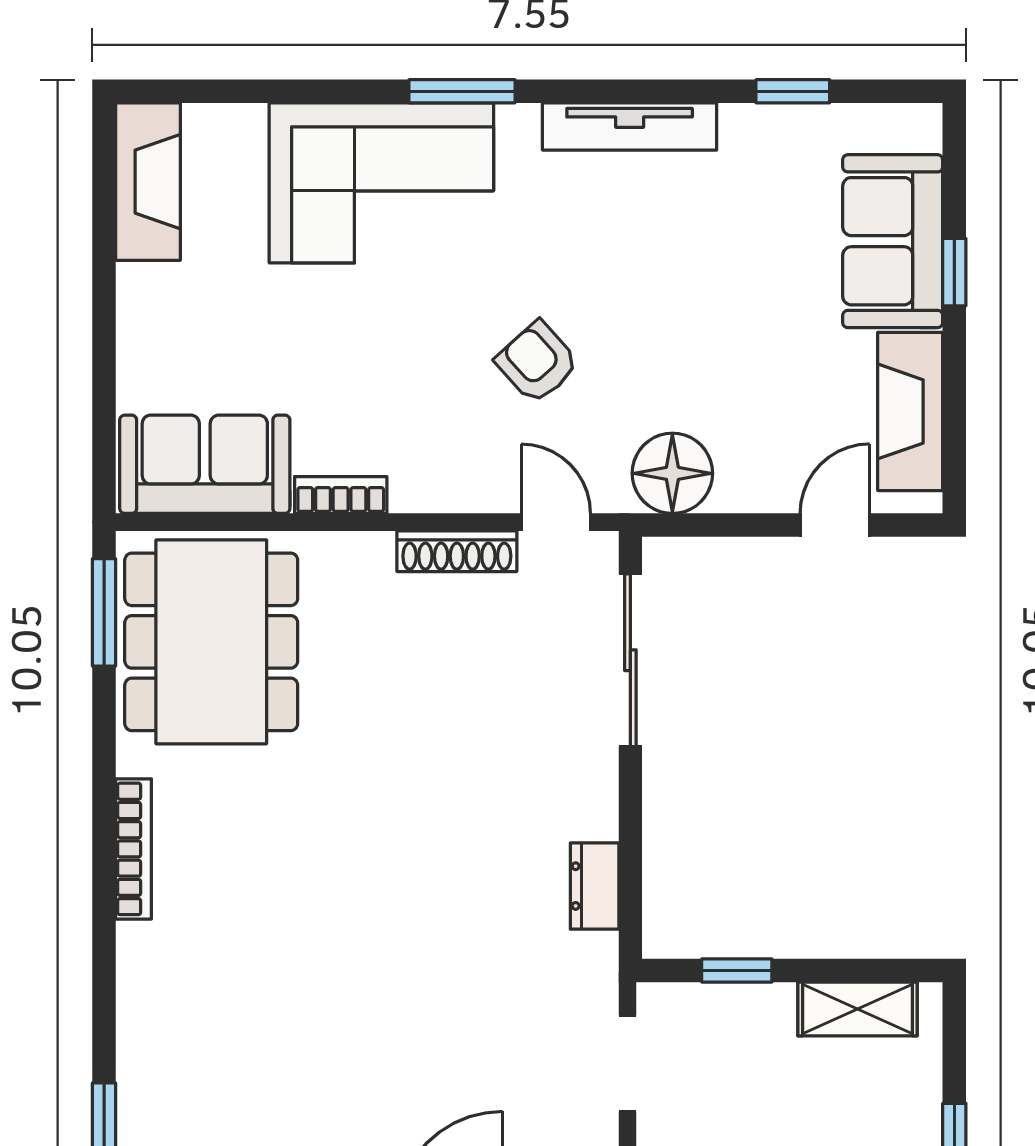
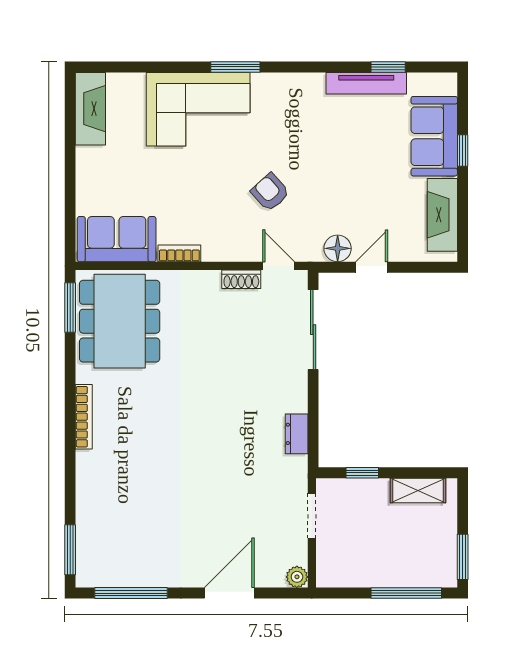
tv unit: (630, 126) -> (366, 83), moved
floor lamp: (672, 473) -> (338, 248), width x0.73, depth x0.73
door: (835, 525) -> (372, 267), moved
shoe rack: (457, 551) -> (241, 279), width x0.70

